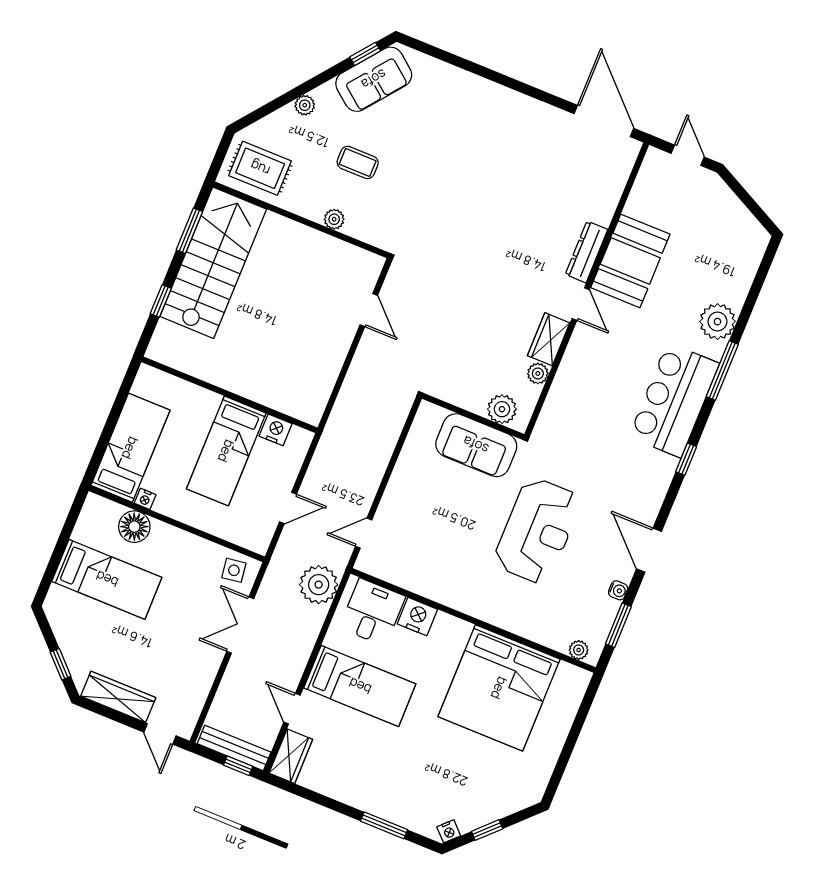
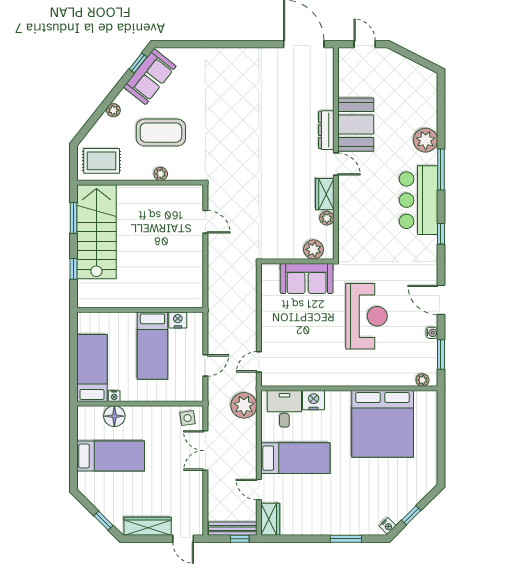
coffee table: (358, 162) -> (161, 133), width x1.86, depth x1.72

